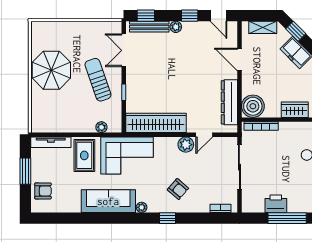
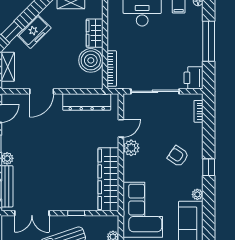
boiler: (253, 106) -> (91, 60), moved
door: (204, 135) -> (121, 128), hinge flipped
armchair: (178, 189) -> (178, 156), turned -97
printer: (276, 204) -> (193, 78), moved

